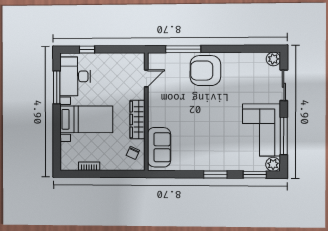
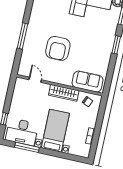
window: (183, 49) -> (23, 36), moved
armchair: (205, 71) -> (58, 48), moved

